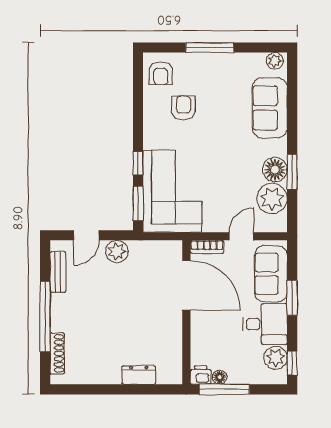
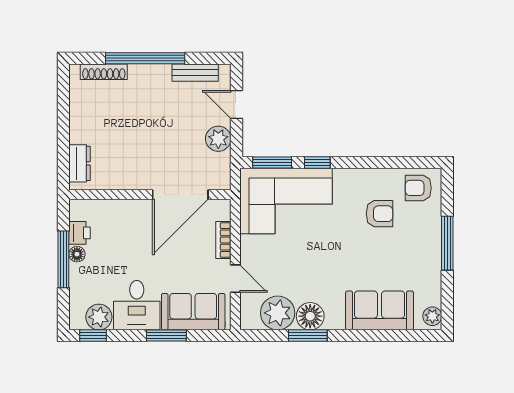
door: (186, 285) -> (180, 195), moved
wall: (186, 312) -> (150, 195), moved

